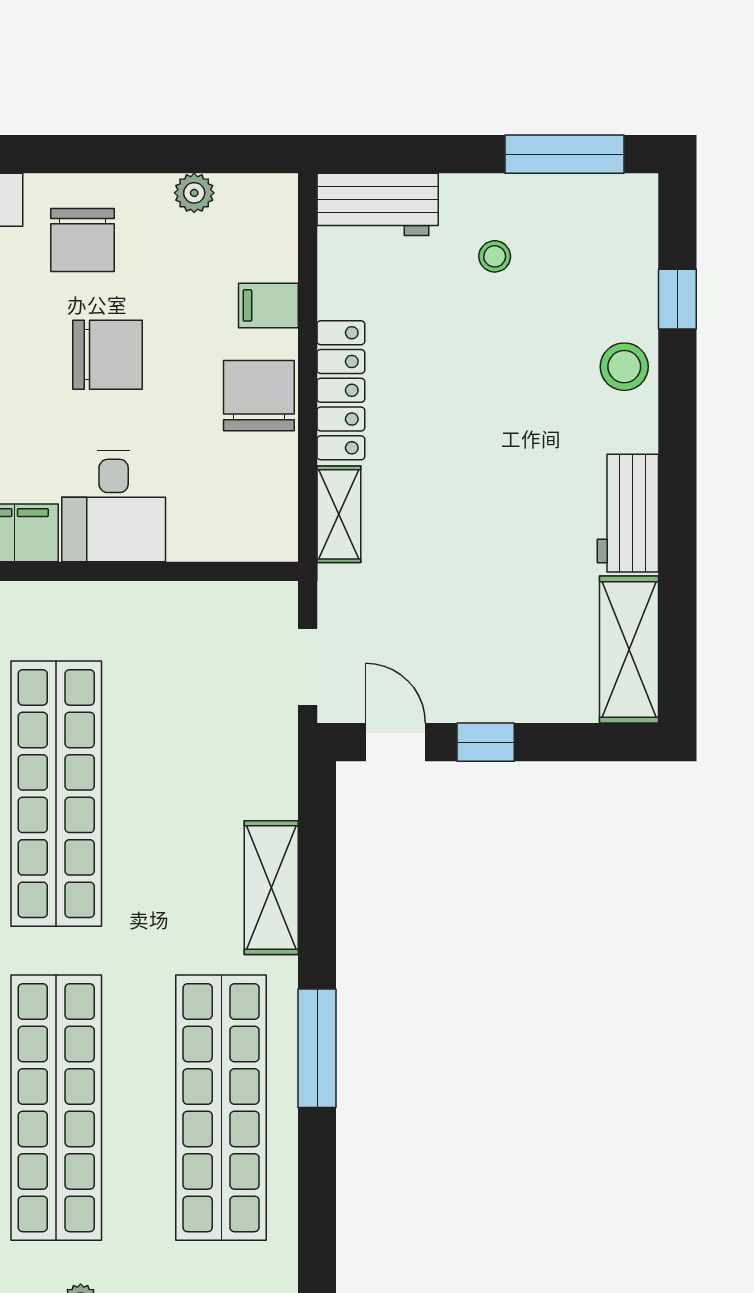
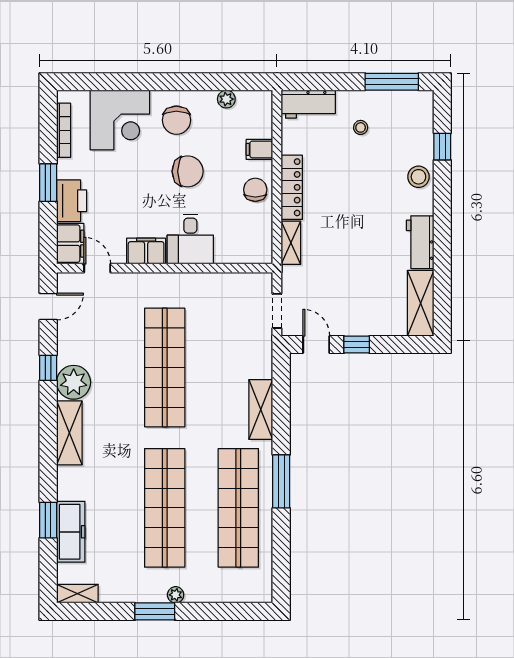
chair: (259, 396) -> (255, 190), width x0.73, depth x0.73

